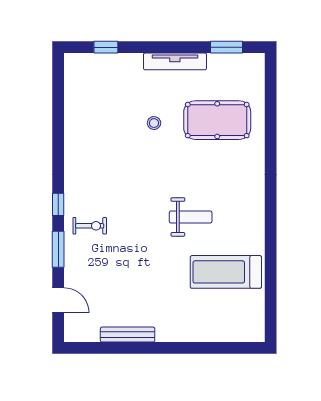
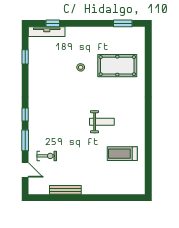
tv unit: (175, 61) -> (47, 32), moved
window: (58, 105) -> (25, 57), added
exercise bike: (90, 226) -> (47, 156), moved
treadmill: (226, 272) -> (122, 154), width x0.73, depth x0.73

